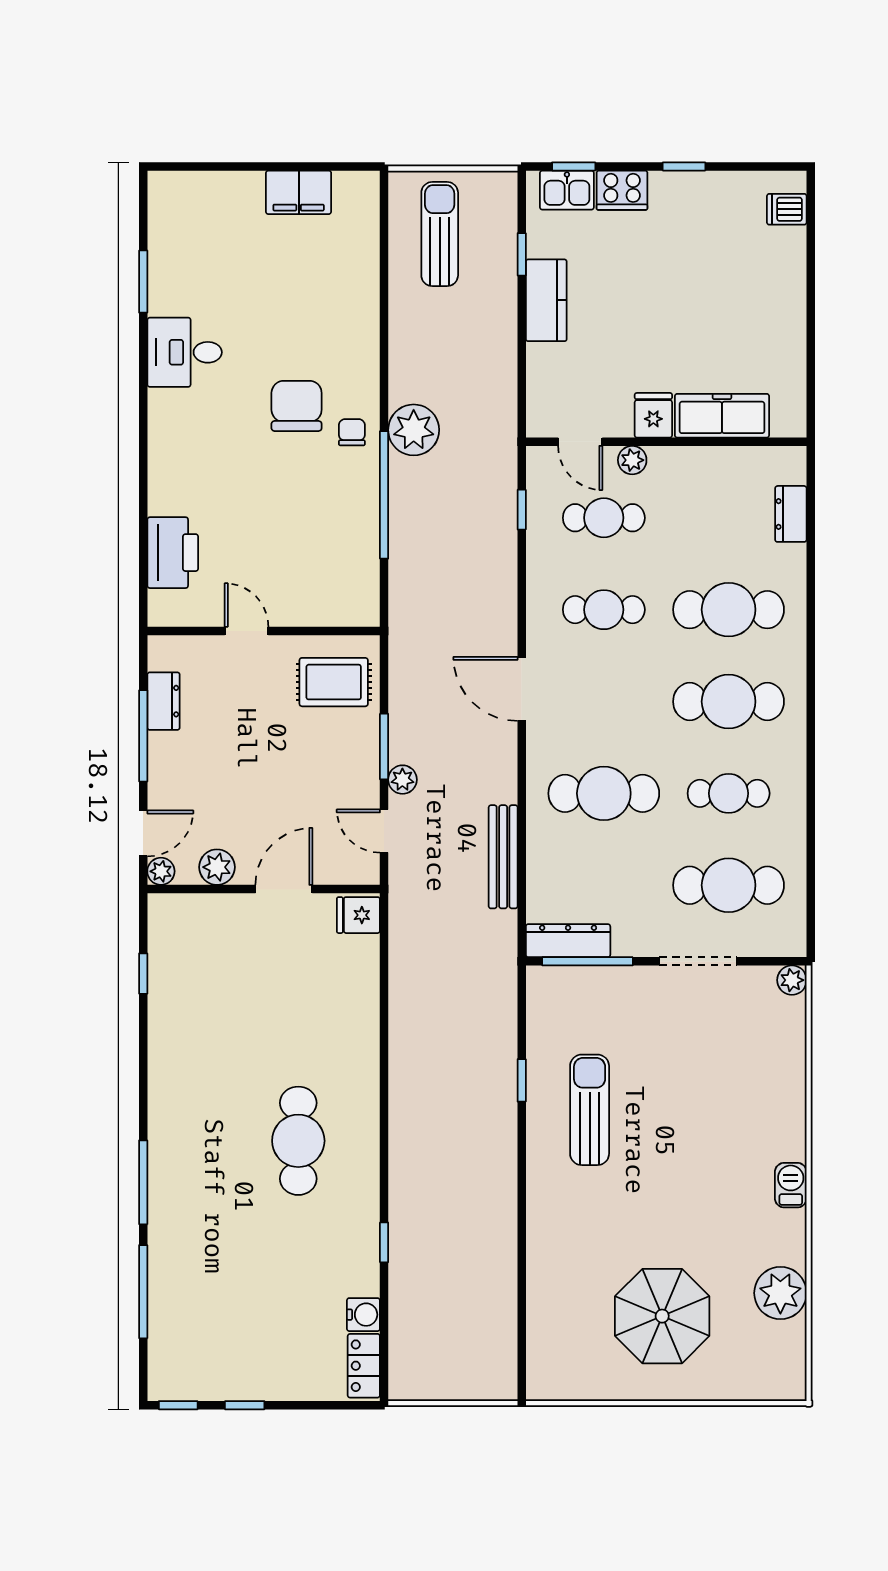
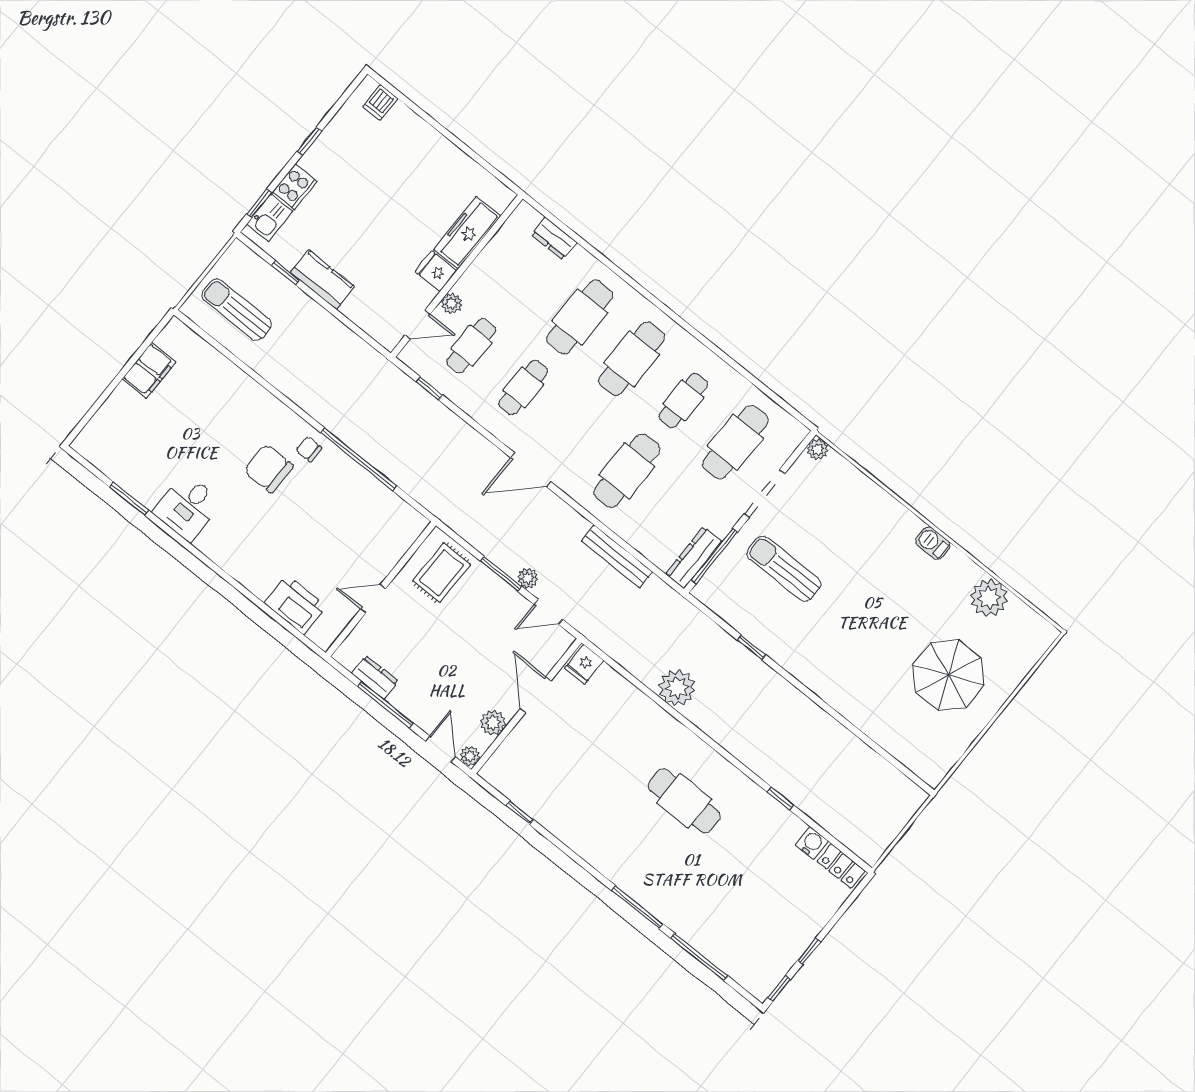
plant: (414, 430) -> (677, 688), moved
sun lounger: (590, 1110) -> (784, 569), moved

